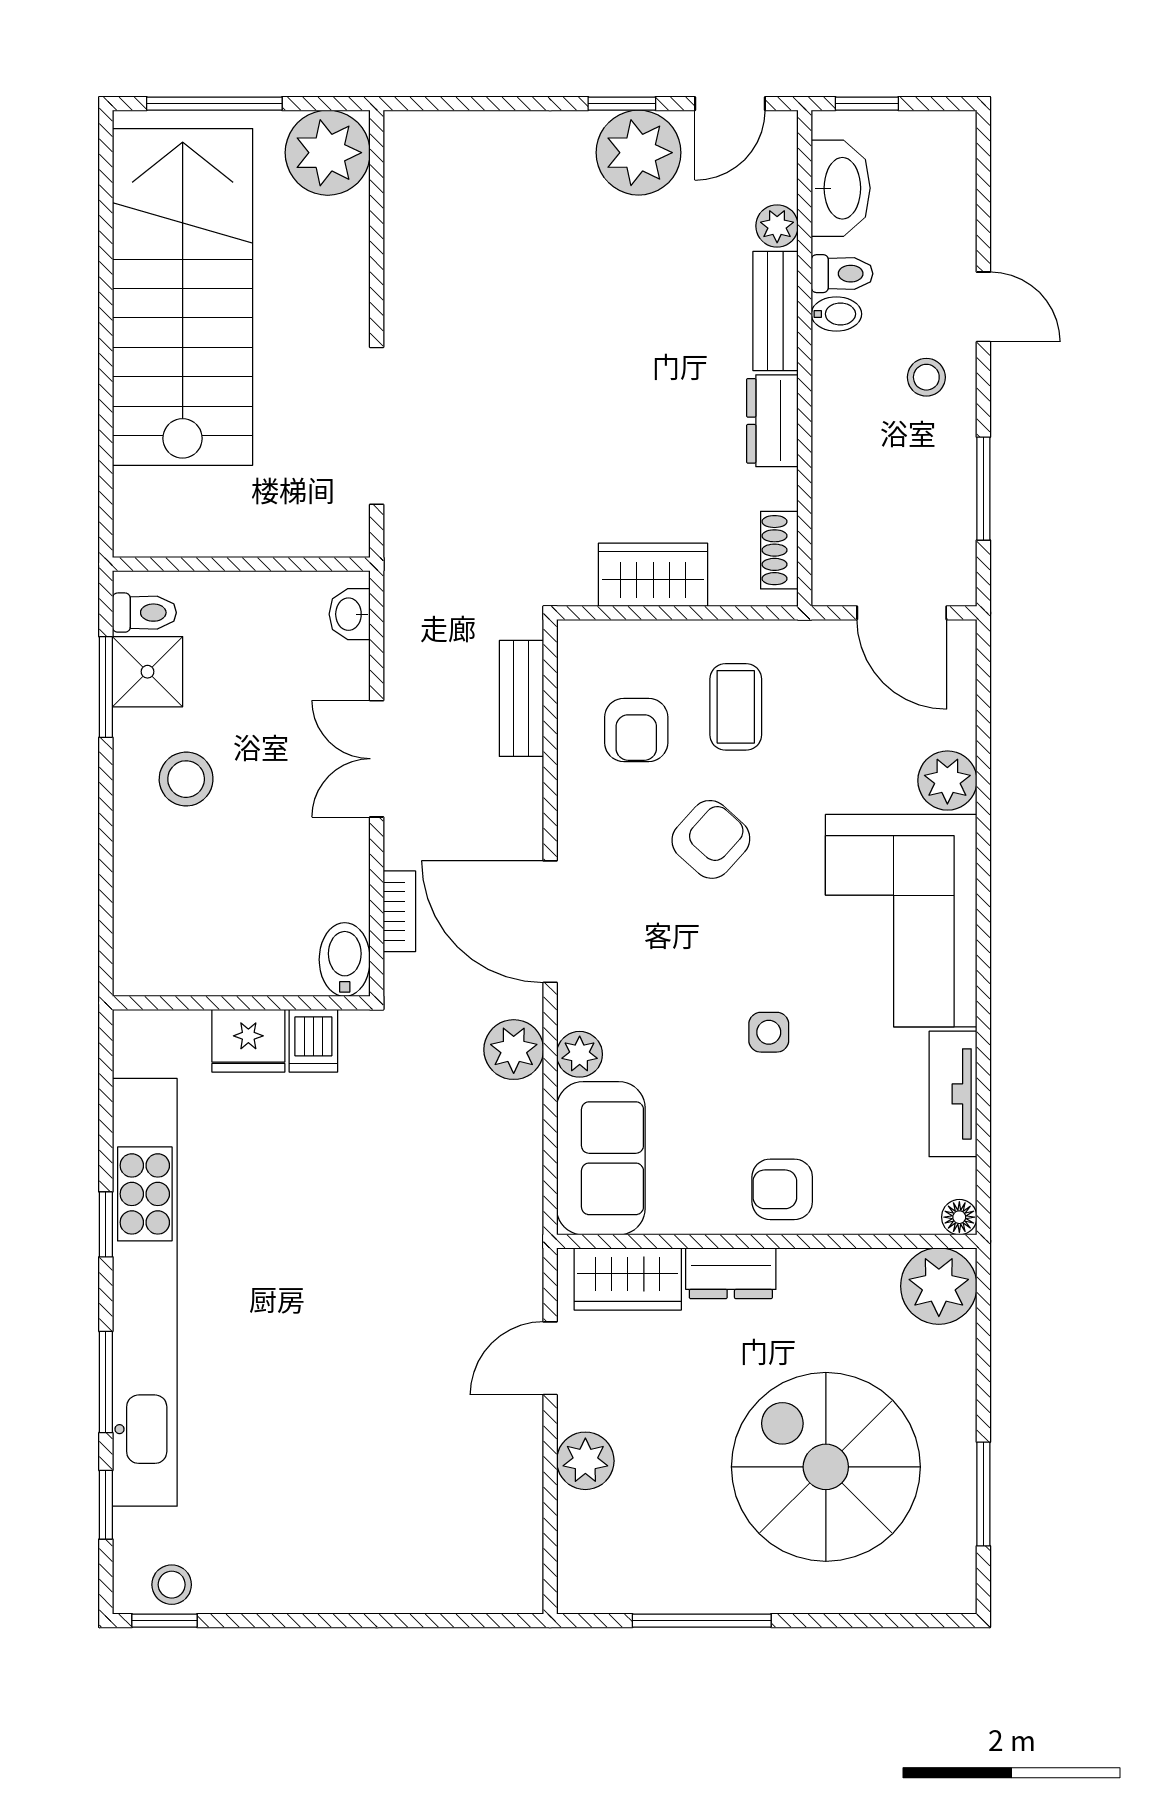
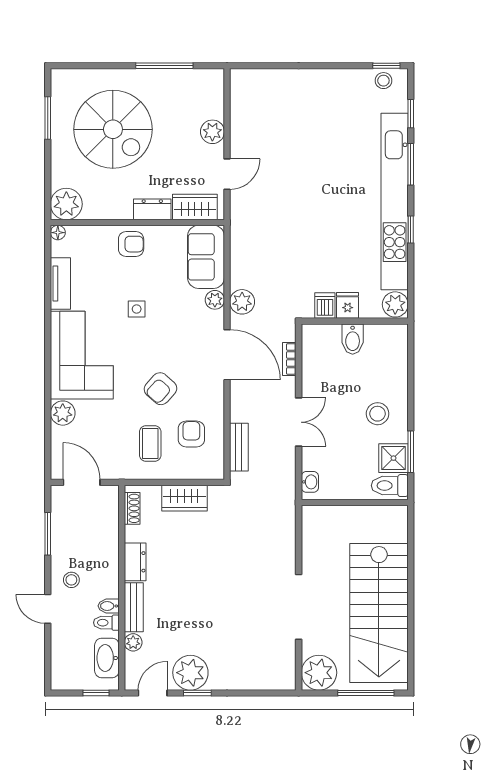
doorway: (377, 426) -> (299, 607), moved
toilet: (144, 613) -> (390, 486), width x1.37, depth x1.39
bidet: (345, 960) -> (353, 339), moved
fridge: (248, 1041) -> (348, 305), width x0.72
plant: (143, 1043) -> (395, 304), added

